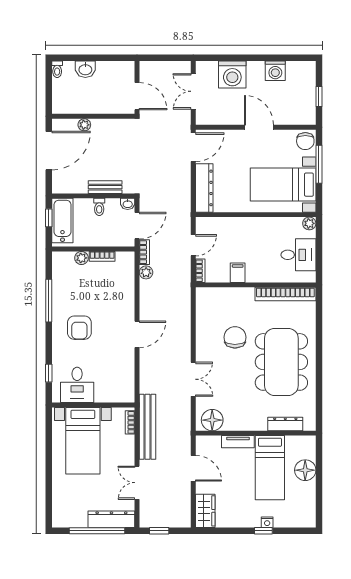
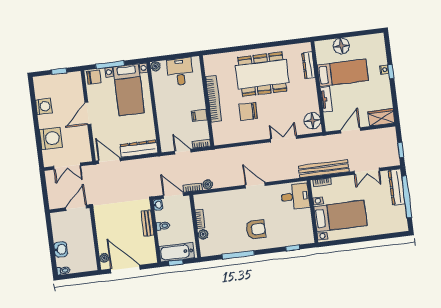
plant: (84, 125) -> (104, 258), moved
bookcase: (285, 294) -> (213, 99), moved
desk: (77, 385) -> (295, 196), moved

